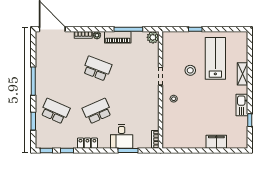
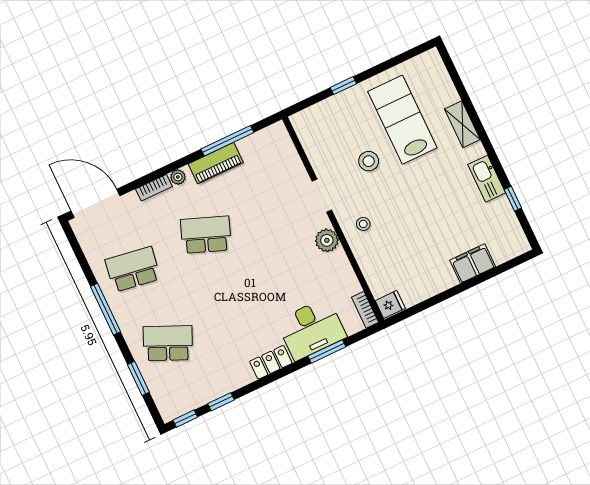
plant: (153, 37) -> (327, 240), moved
school desk: (97, 111) -> (133, 269), moved, turned 33
desk: (122, 136) -> (311, 329), width x1.37
locker: (87, 143) -> (271, 362), moved
fridge: (168, 143) -> (390, 304), added

